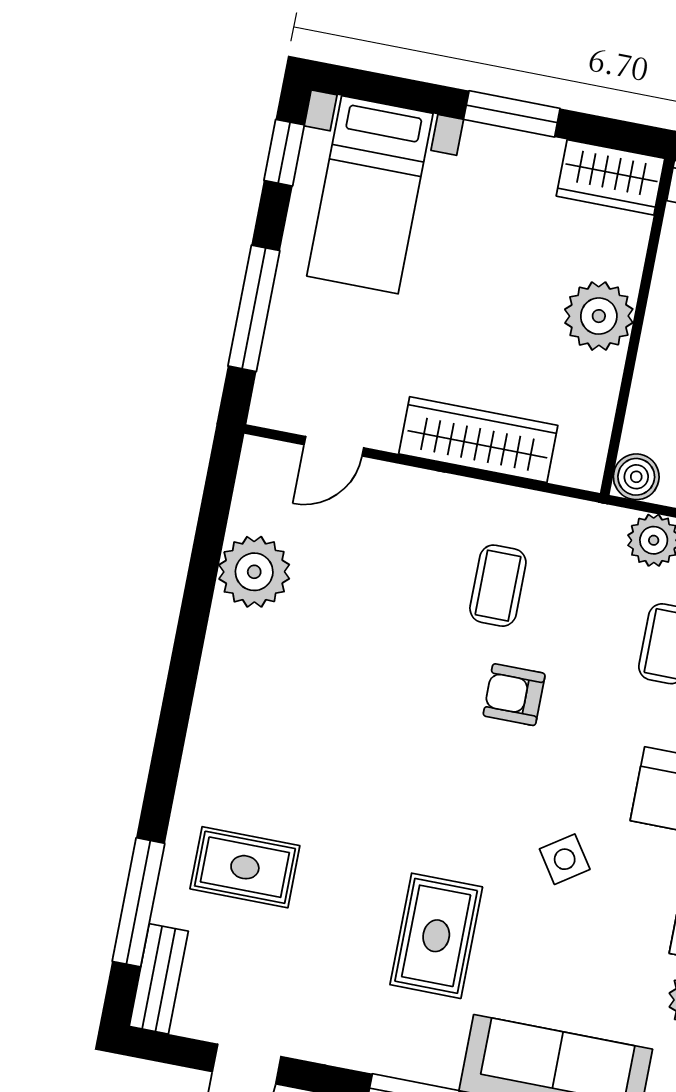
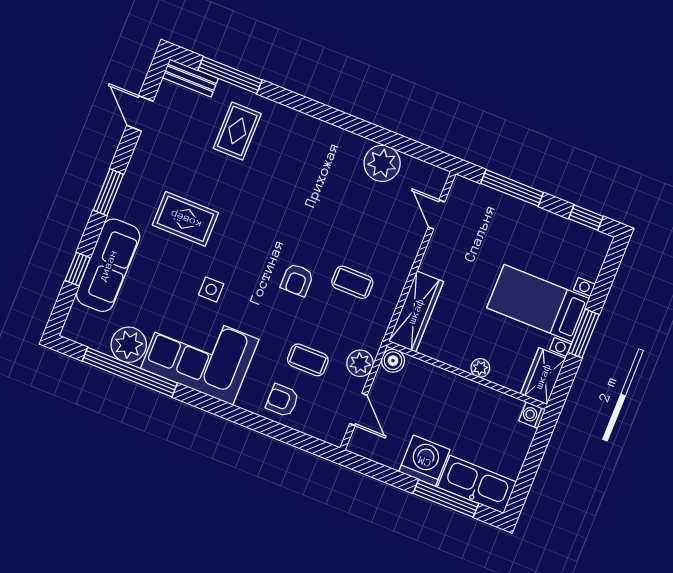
bed with nightstands: (370, 195) -> (538, 303), moved
plant: (599, 316) -> (480, 368), width x0.53, depth x0.53
wardrobe: (478, 440) -> (416, 311), moved
armchair: (514, 695) -> (297, 280), turned 180
side table: (565, 859) -> (211, 289), turned 34

